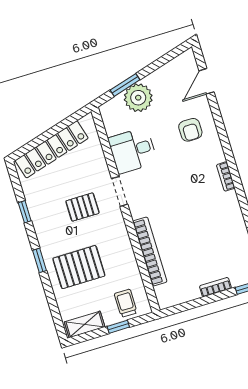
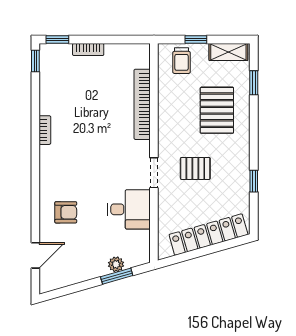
plant: (138, 98) -> (116, 264), width x0.53, depth x0.53
armchair: (190, 130) -> (66, 212), turned 90
bookcase: (226, 176) -> (45, 130), moved
window: (40, 260) -> (254, 83), moved
pallet: (79, 267) -> (217, 110), turned 90

